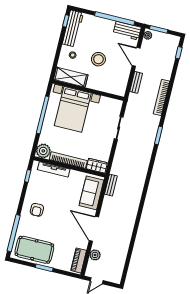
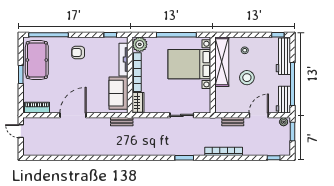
workbench: (73, 28) -> (283, 56), moved, turned 90
shelving: (71, 77) -> (222, 62), width x1.47
sofa: (91, 193) -> (119, 93), moved, turned -90
plant: (95, 255) -> (47, 123), removed

